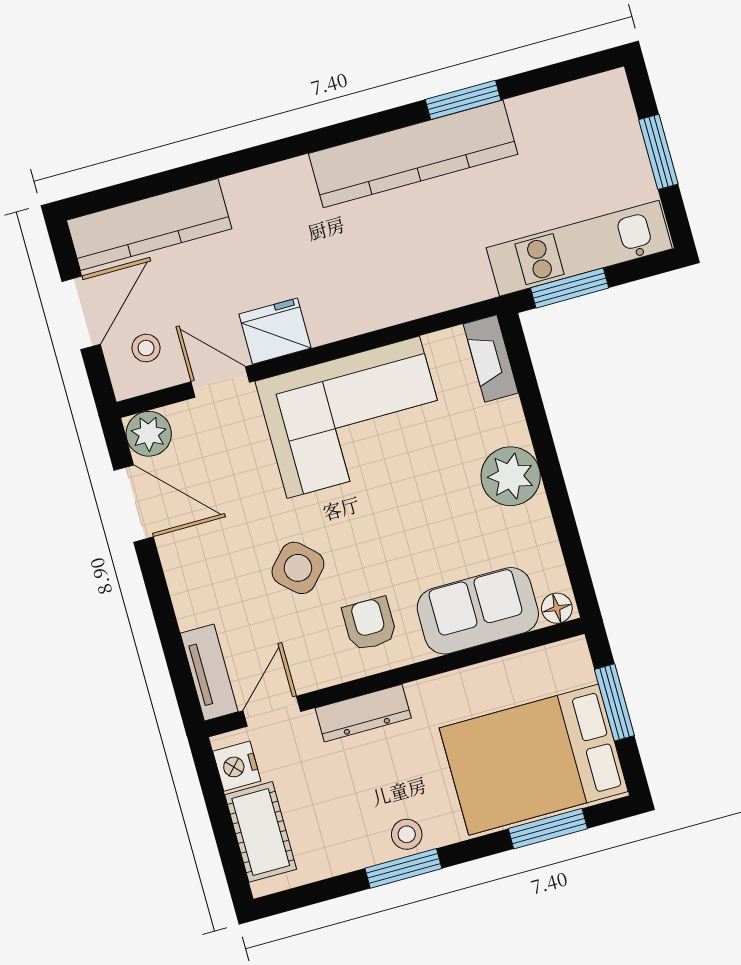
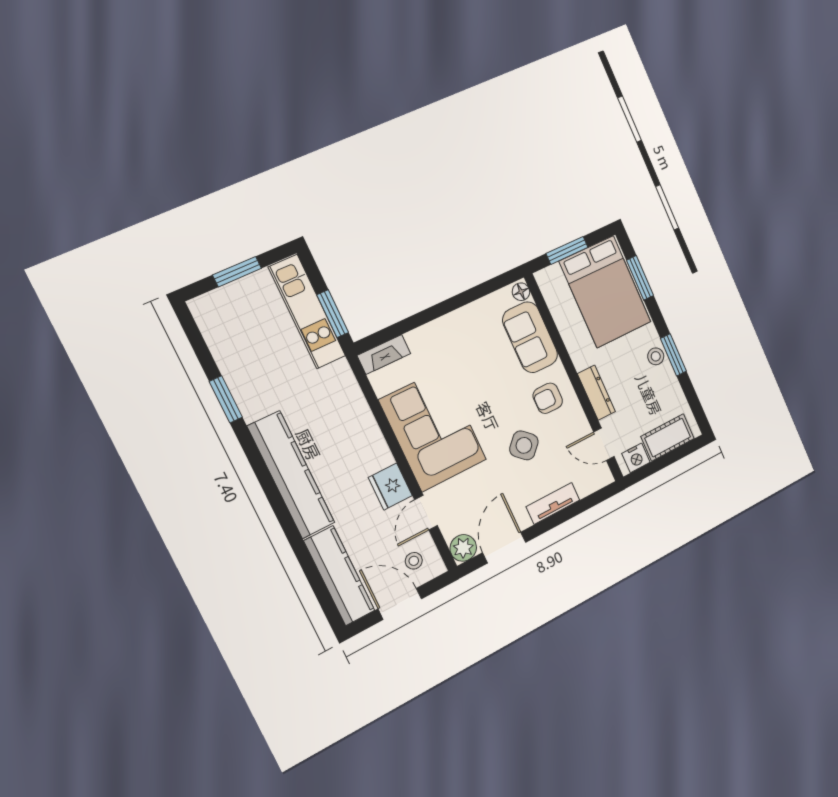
kitchen counter: (413, 154) -> (291, 475), moved
plant: (511, 476) -> (451, 331), removed
tv unit: (209, 672) -> (553, 503), moved

